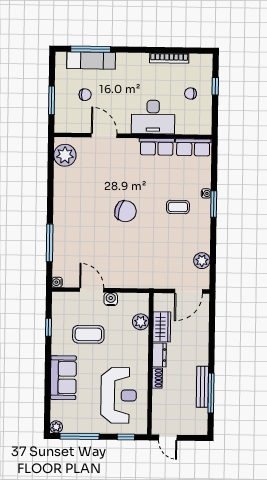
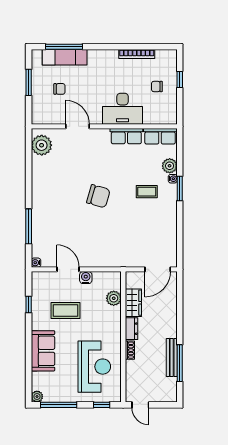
window: (52, 100) -> (29, 82), moved
plant: (202, 261) -> (170, 166), moved

